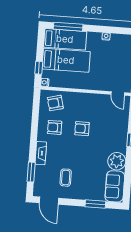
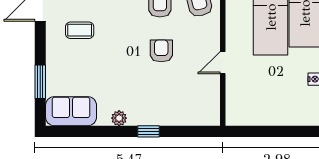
door: (118, 93) -> (223, 63), moved
plant: (117, 161) -> (119, 118), width x0.53, depth x0.53

